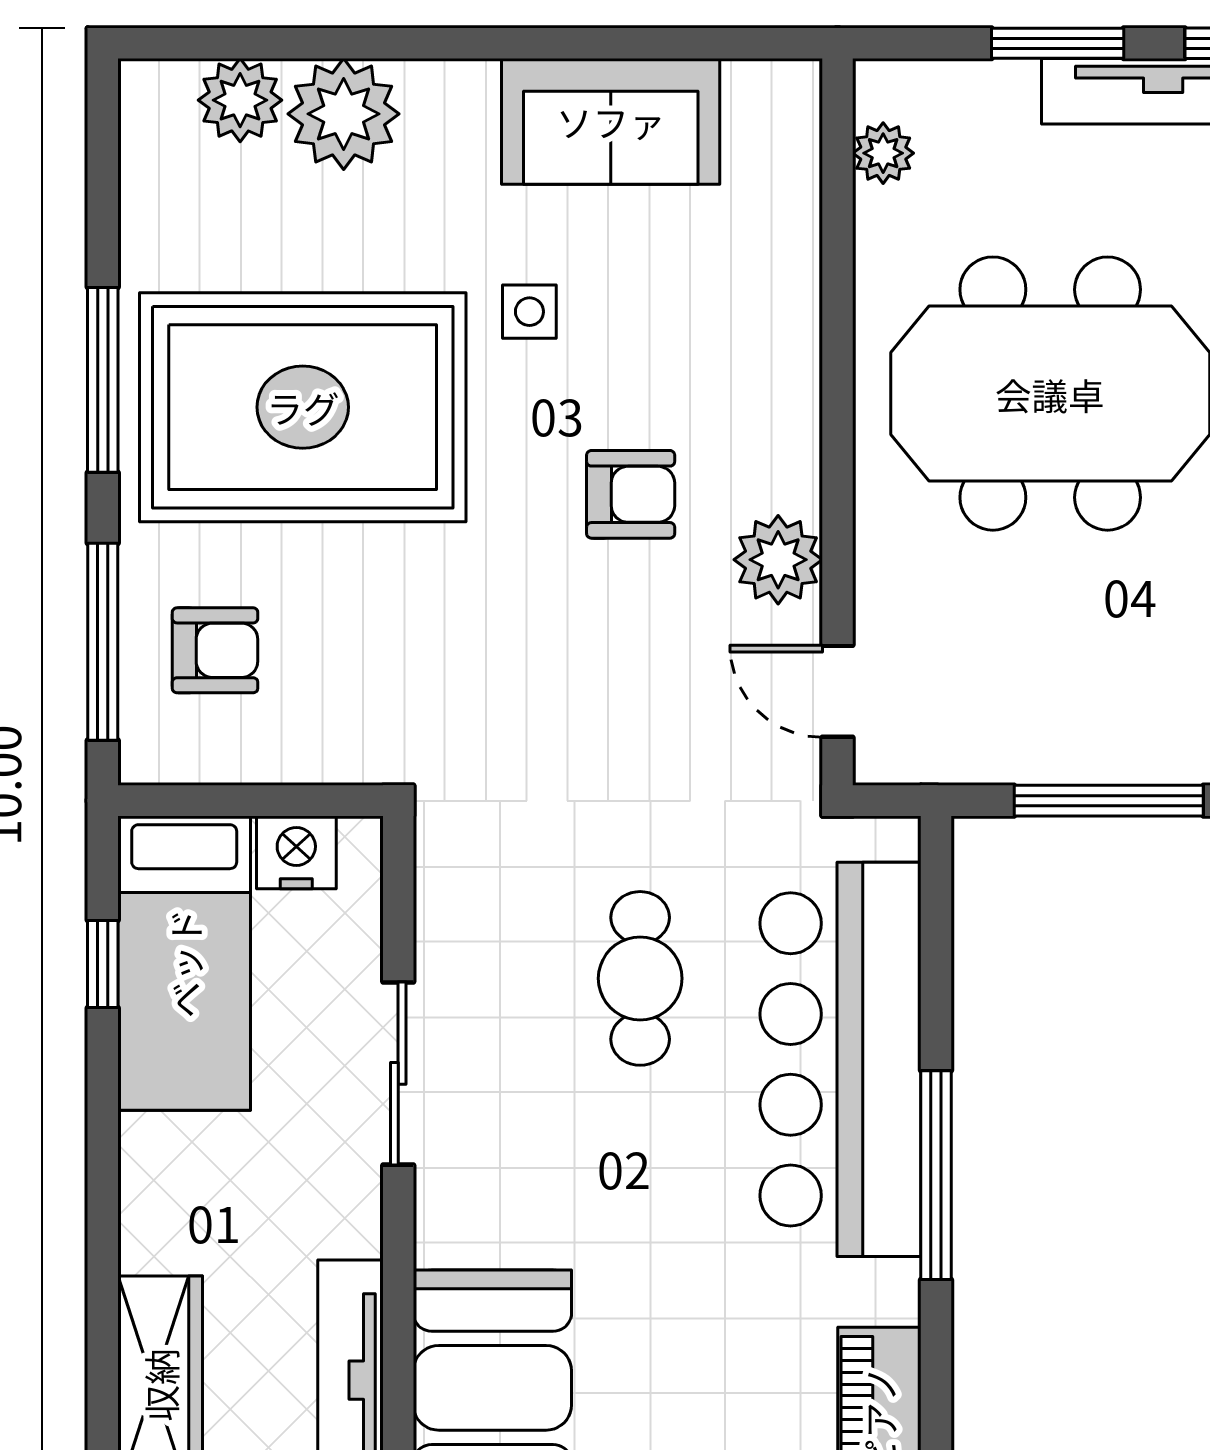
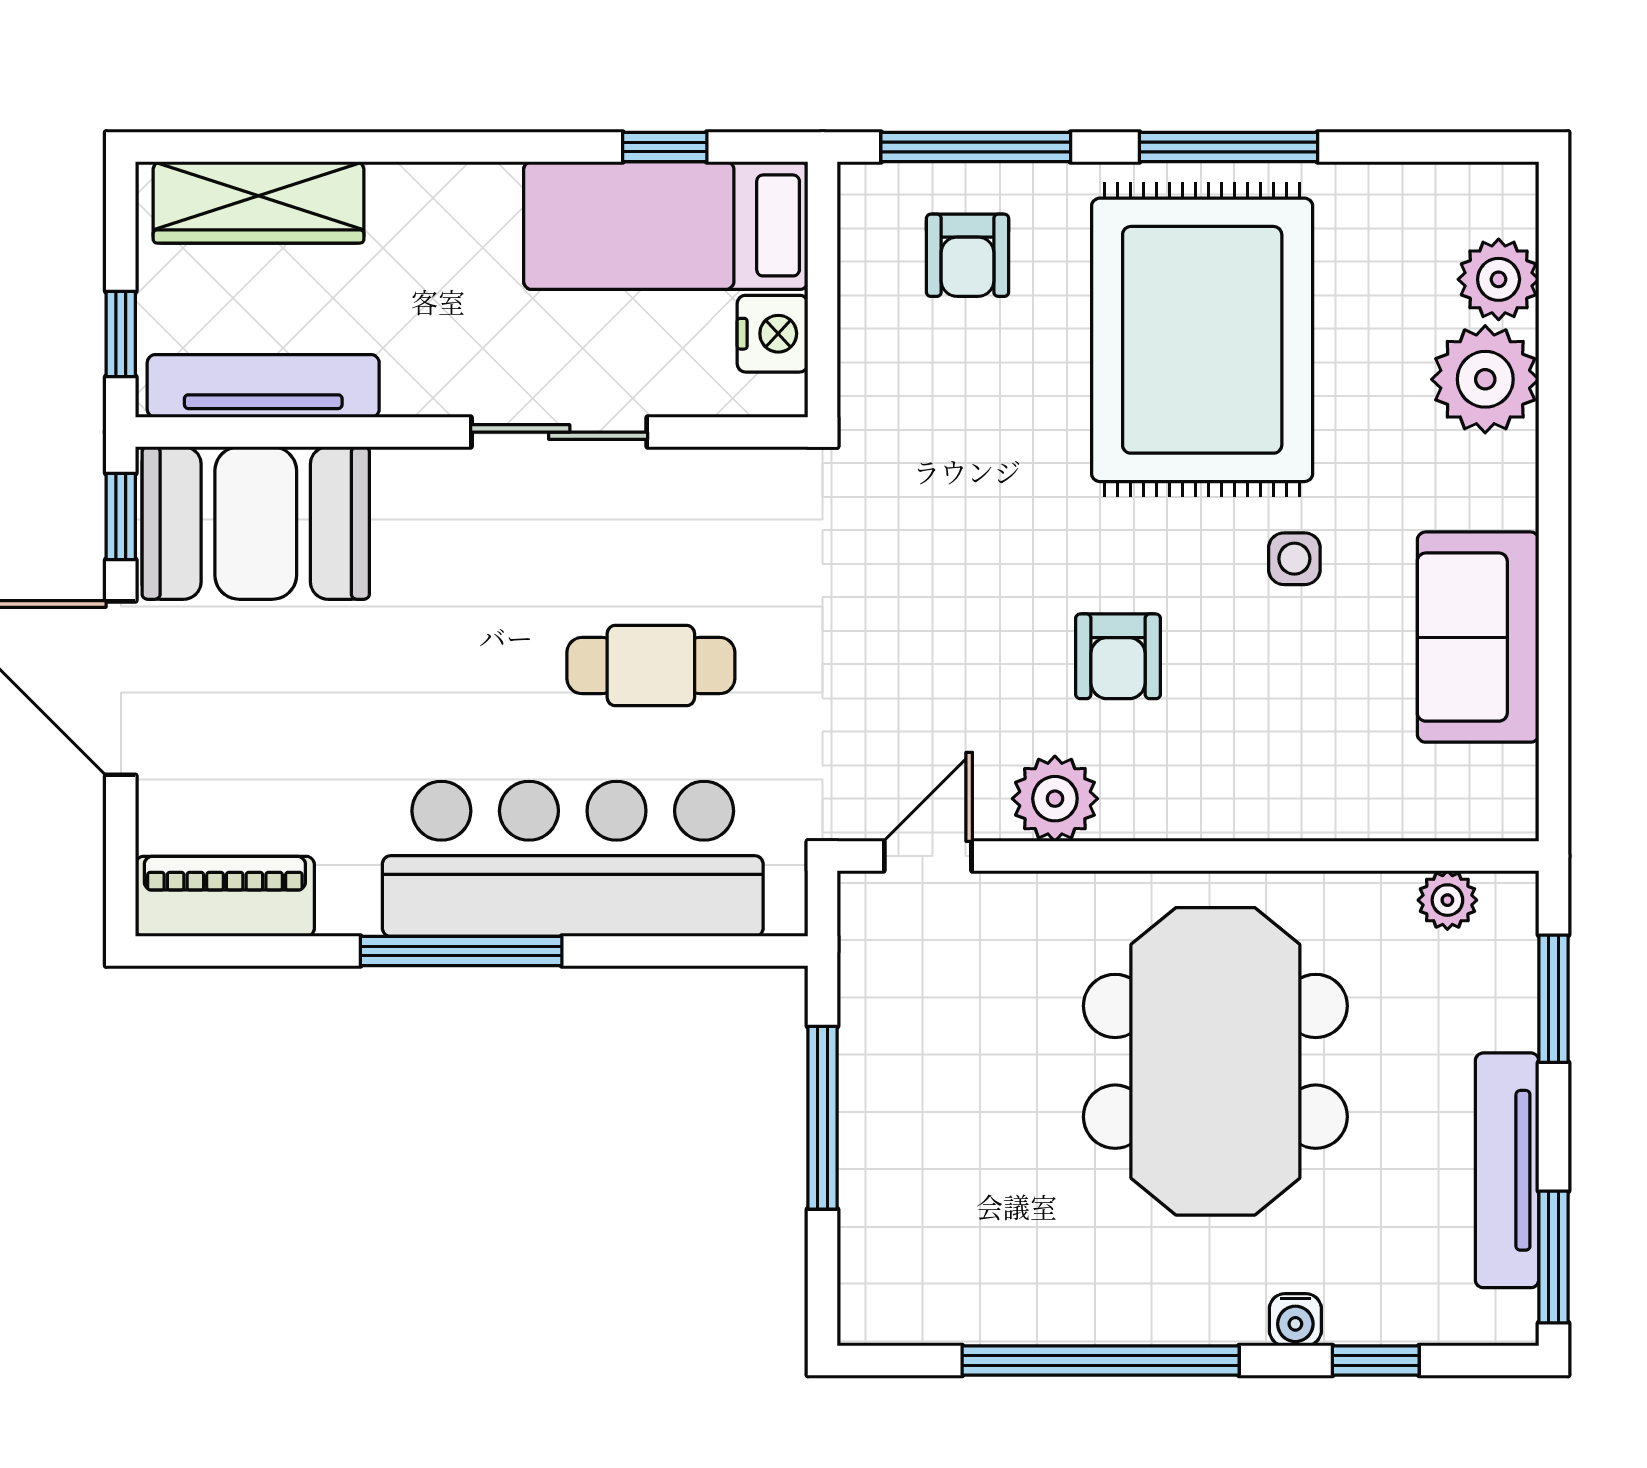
window: (1058, 43) -> (1554, 999), moved

